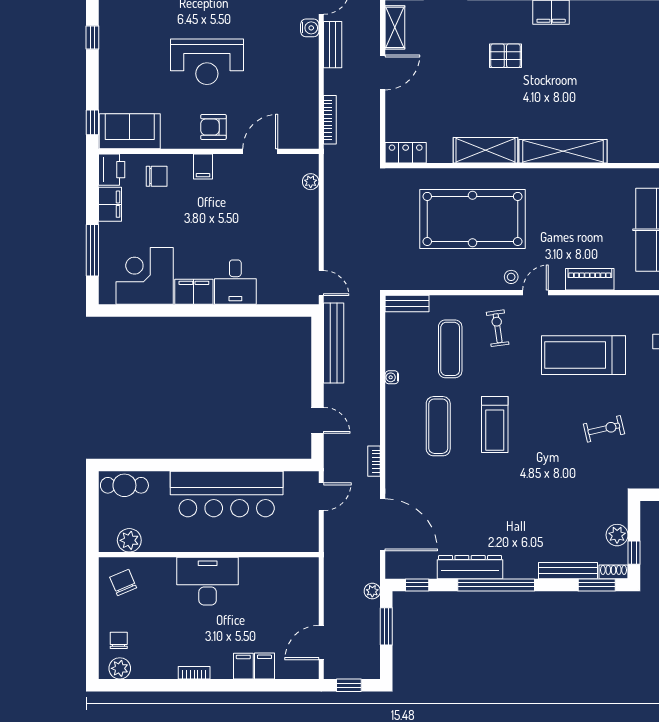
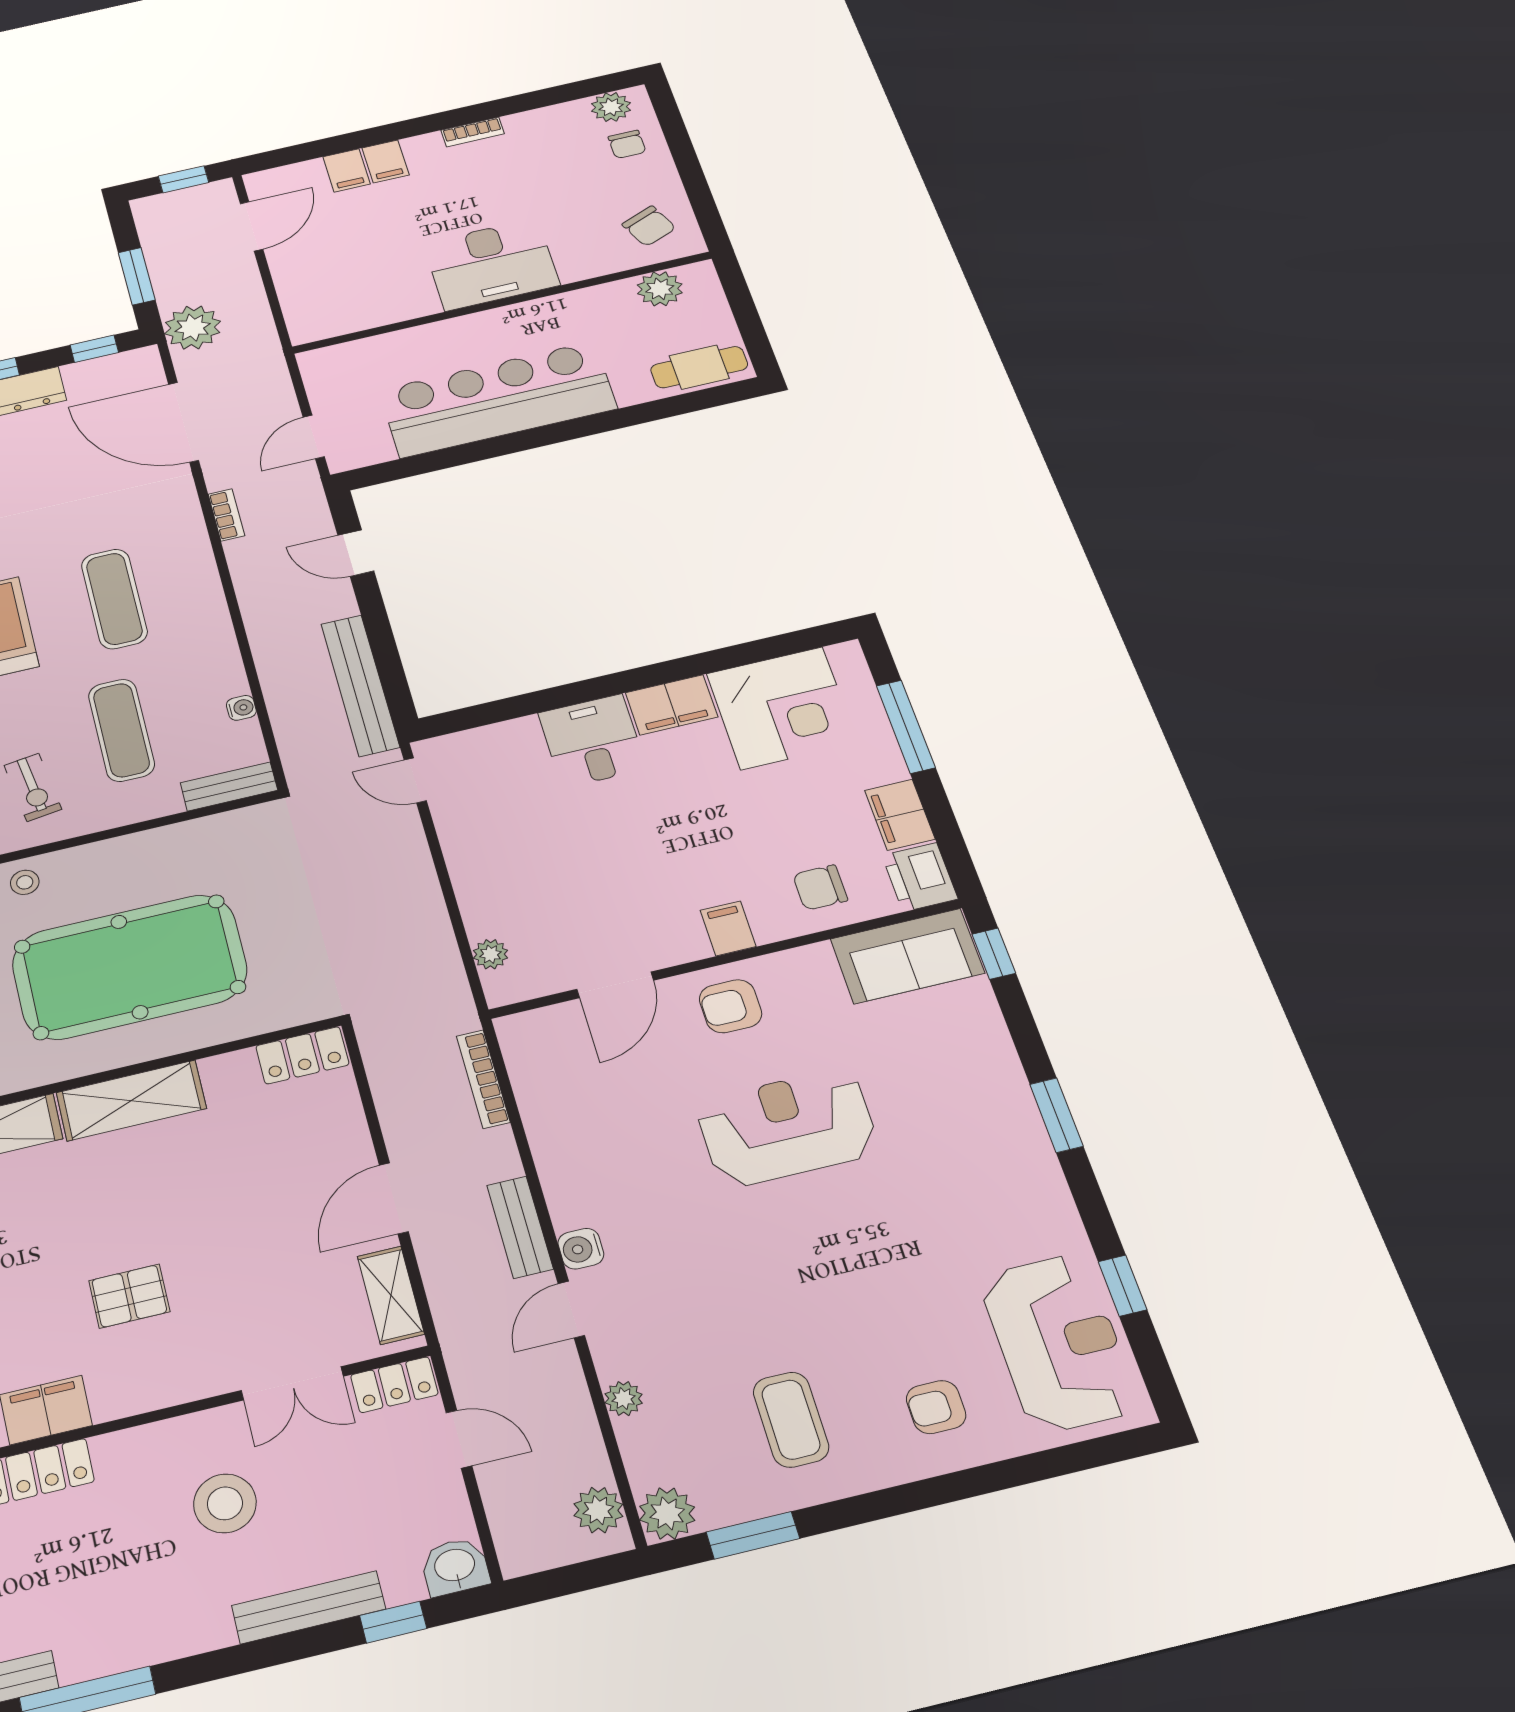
window: (92, 37) -> (1056, 1115), width x1.50
armchair: (213, 127) -> (731, 1006), turned 180
water cooler: (392, 377) -> (241, 708), moved
plant: (372, 591) -> (193, 328), width x1.88, depth x1.88

